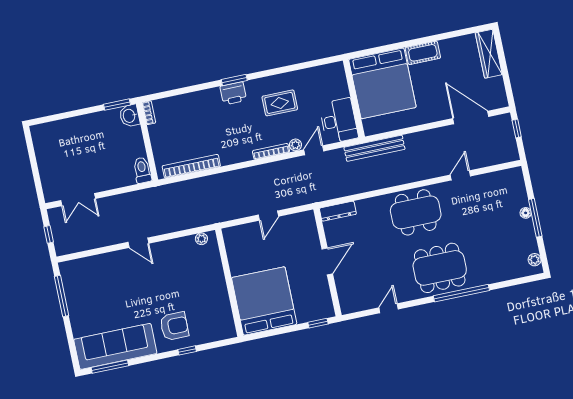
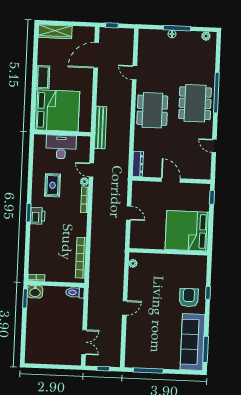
desk: (339, 121) -> (61, 147), moved

